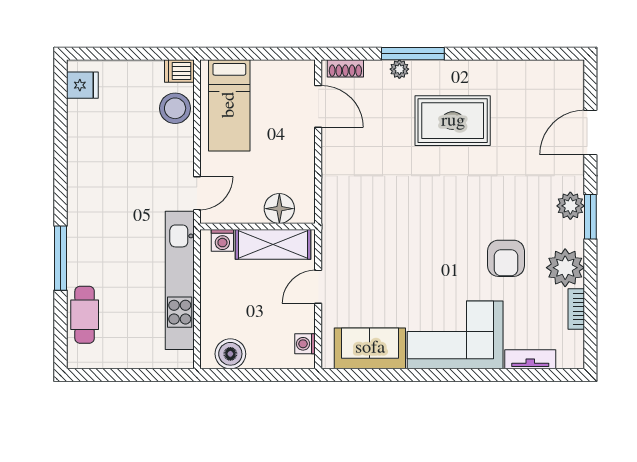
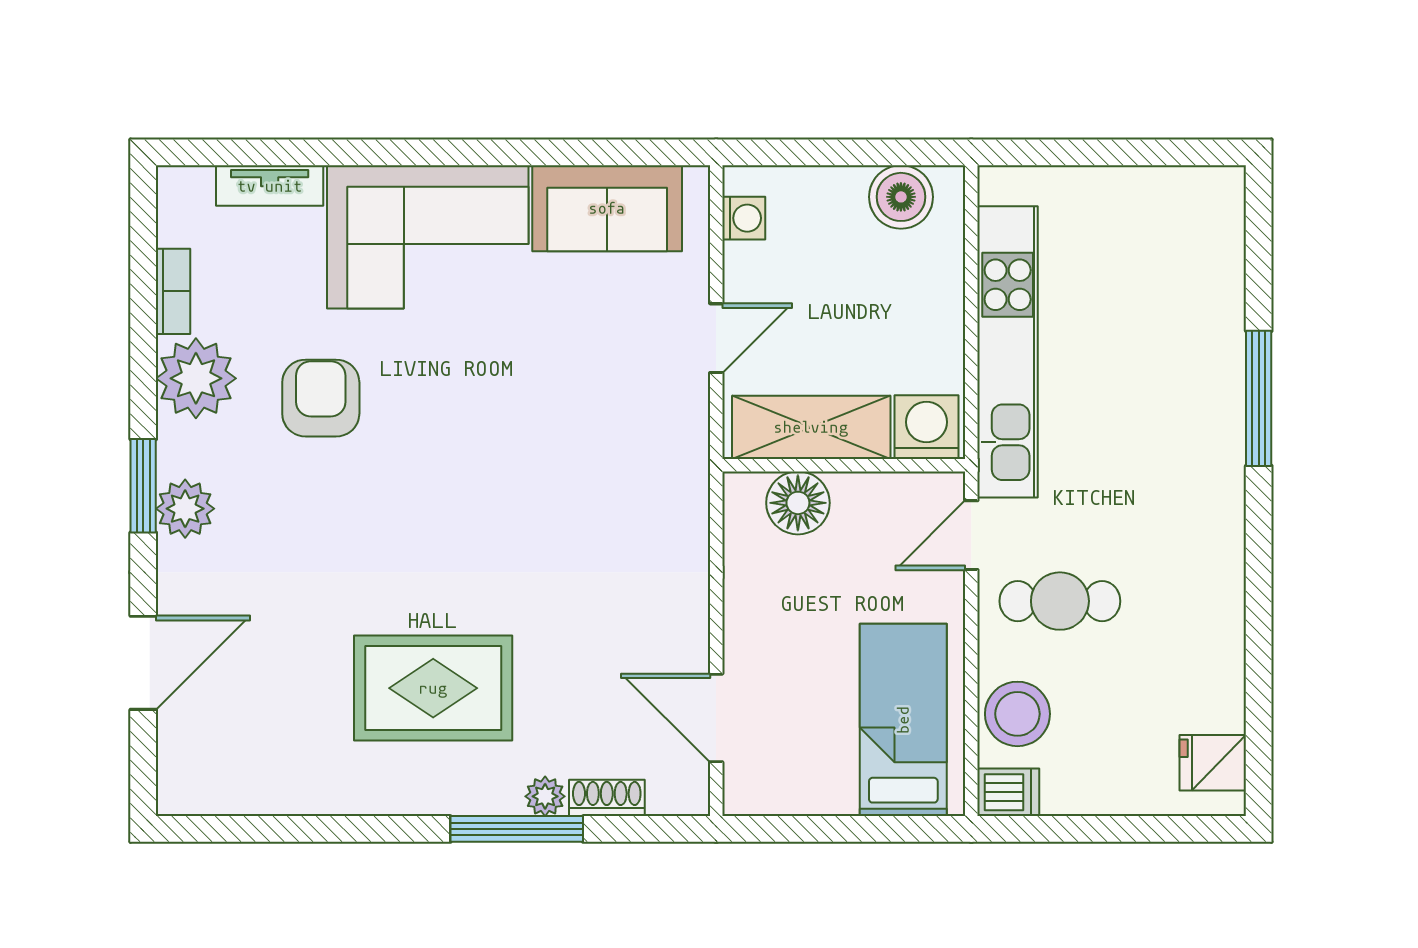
shoe rack: (345, 68) -> (607, 798), moved
washing machine: (222, 240) -> (926, 427), width x1.38, depth x1.38
cafe table: (85, 315) -> (1060, 601), moved, turned 90

